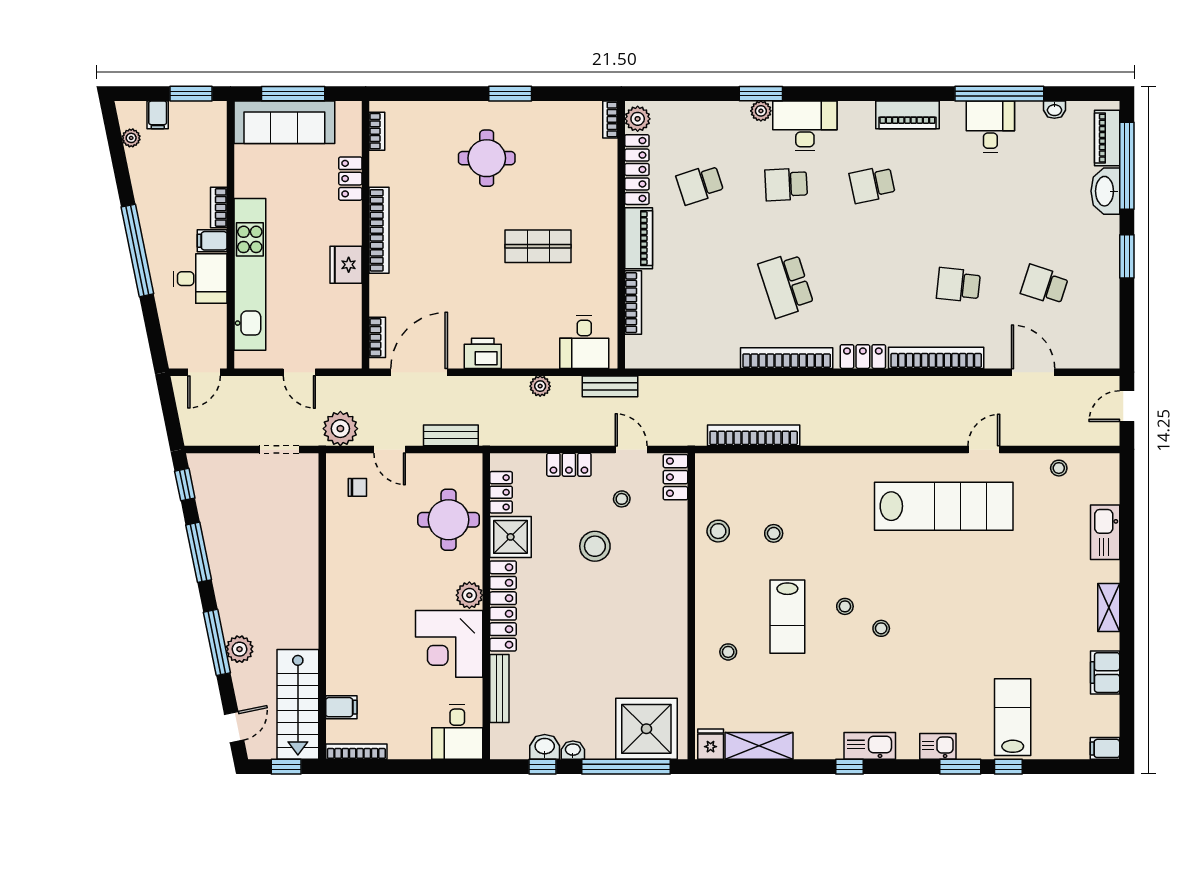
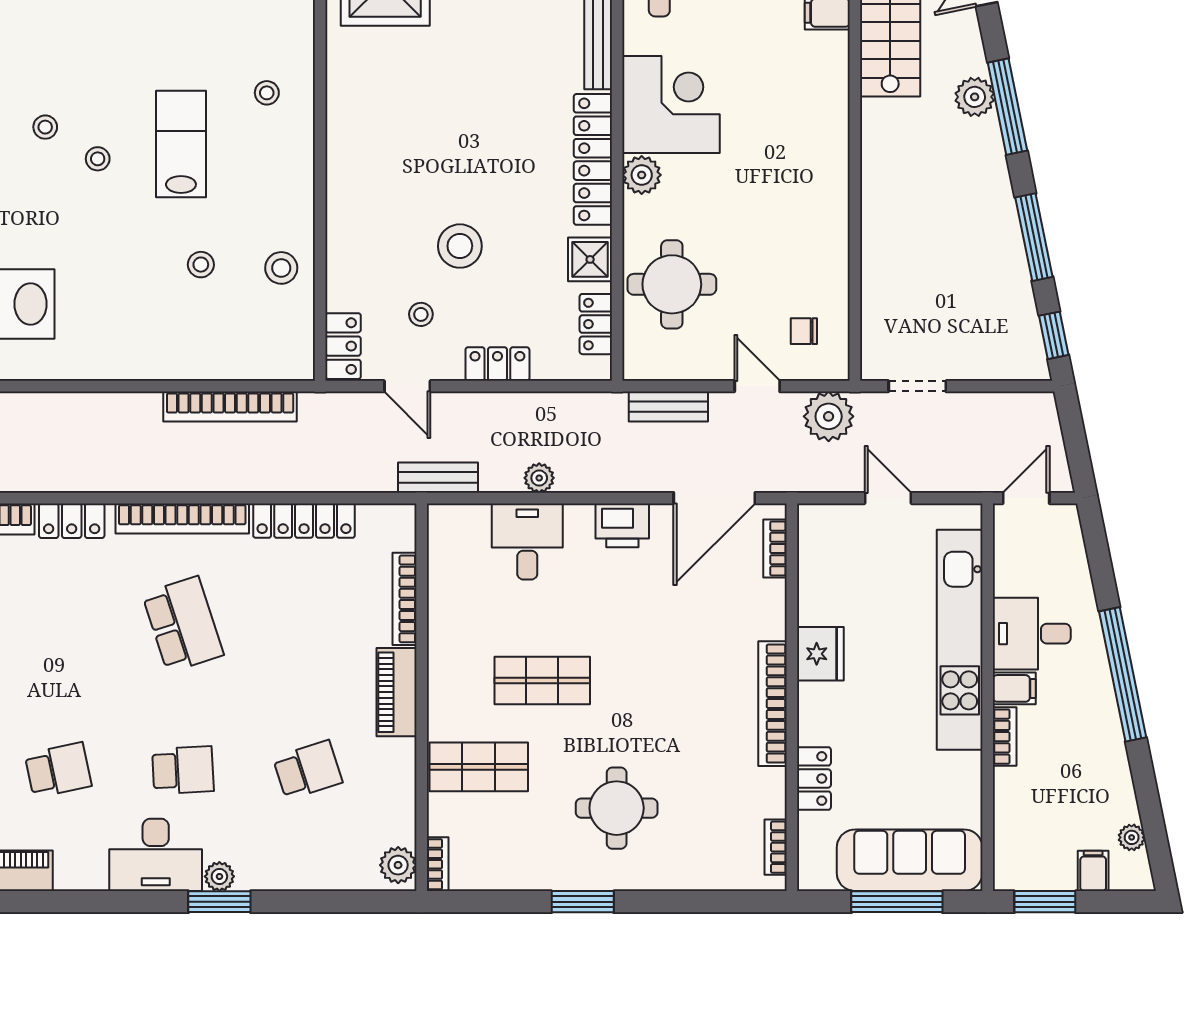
locker: (637, 170) -> (304, 521), moved, turned -90
shop shelf: (582, 187) -> (479, 767), added
desk: (584, 342) -> (527, 541), moved
shower: (511, 537) -> (590, 259), width x0.73, depth x0.73

